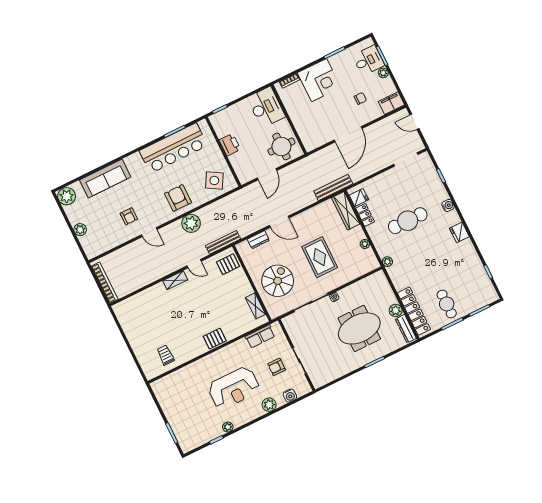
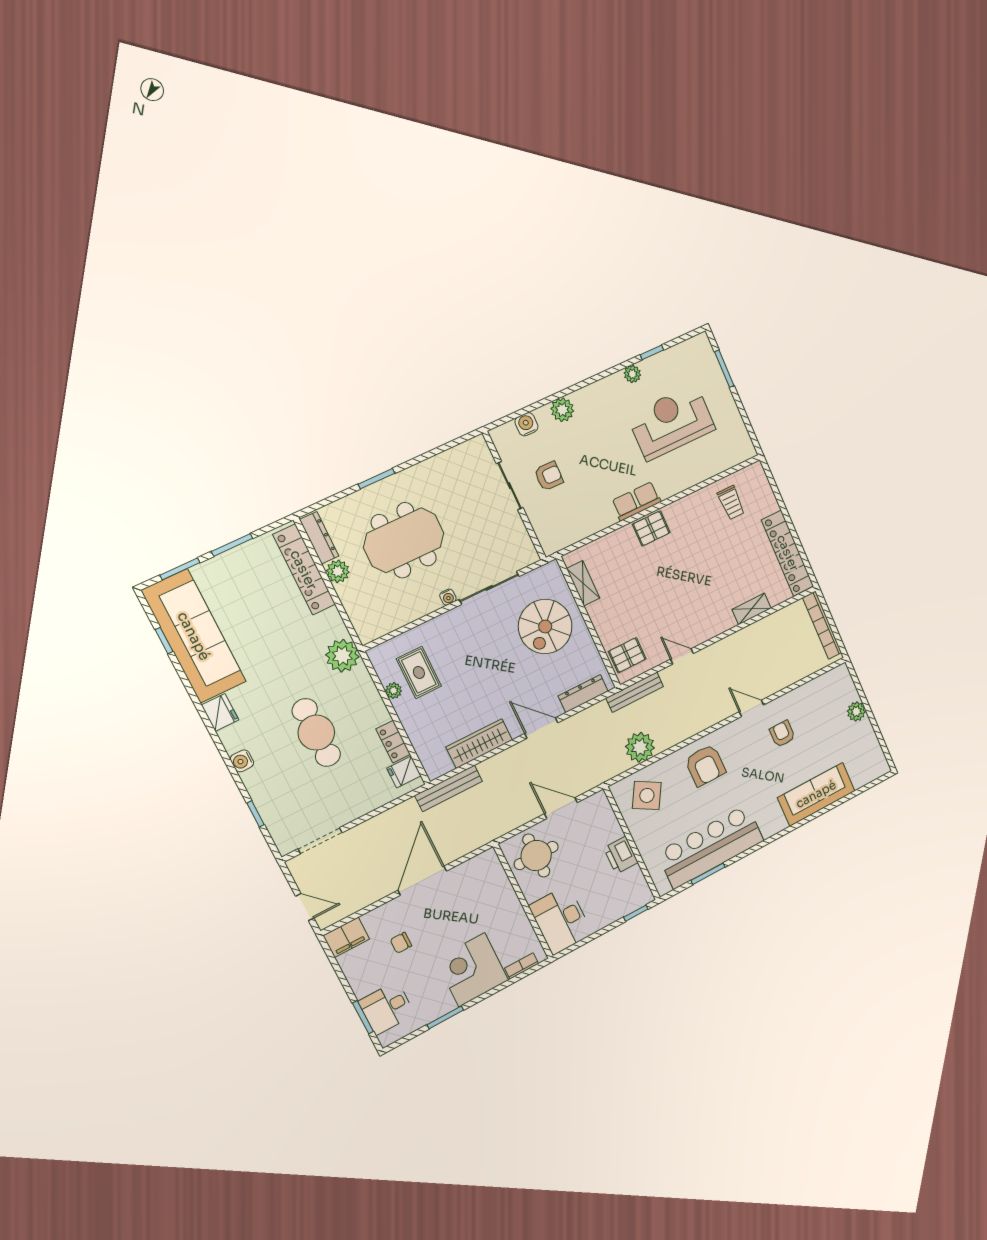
plant: (383, 73) -> (361, 988), removed
door: (267, 174) -> (561, 808), hinge flipped
plant: (67, 196) -> (875, 765), removed
wardrobe: (346, 211) -> (479, 744), moved, turned -90
cafe table: (408, 221) -> (316, 733), turned 90
plant: (191, 223) -> (640, 747), moved
dresser: (258, 240) -> (583, 694), width x1.44
rug: (320, 257) -> (419, 672), moved, width x0.73, depth x0.70
plant: (387, 262) -> (342, 656), width x1.88, depth x1.88
sofa: (473, 274) -> (194, 636), added
shelving: (175, 280) -> (752, 609), moved
cafe table: (447, 304) -> (243, 582), removed
locker: (129, 326) -> (788, 553), added
row of seats: (260, 336) -> (636, 501), moved
reception desk: (234, 388) -> (671, 422), moved

